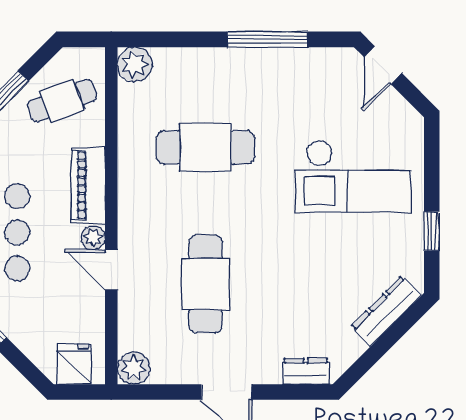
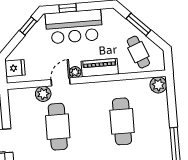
cafe table: (205, 284) -> (58, 127), turned 90
plant: (134, 368) -> (43, 94), moved

